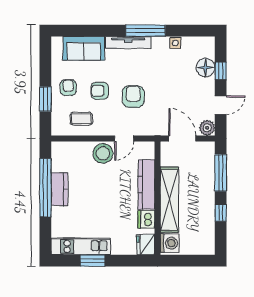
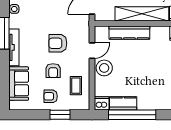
door: (124, 138) -> (92, 51), hinge flipped
kitchen counter: (59, 189) -> (123, 103), moved
dishwasher: (146, 219) -> (102, 103), moved, turned 180

